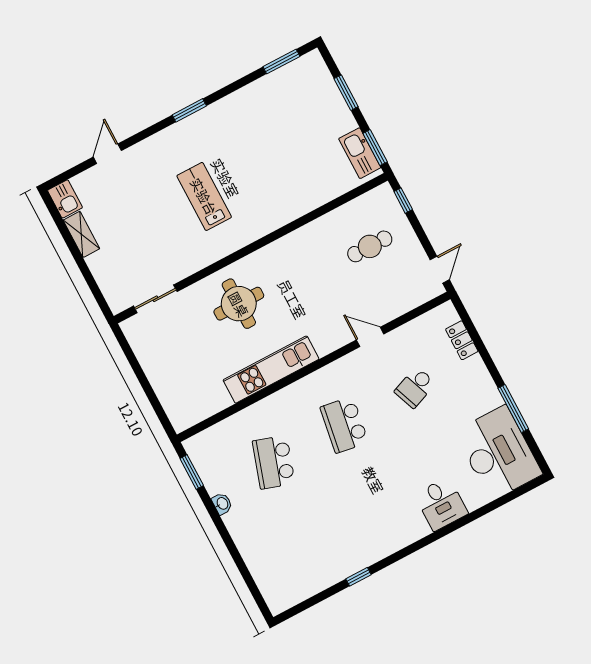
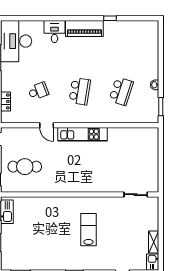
lab bench: (204, 196) -> (88, 230), turned 180
cafe table: (370, 246) -> (25, 167), width x1.37, depth x1.35
round table: (239, 304) -> (99, 172), removed
kitchen unit: (271, 370) -> (82, 134), moved
piano: (393, 536) -> (84, 29), added

